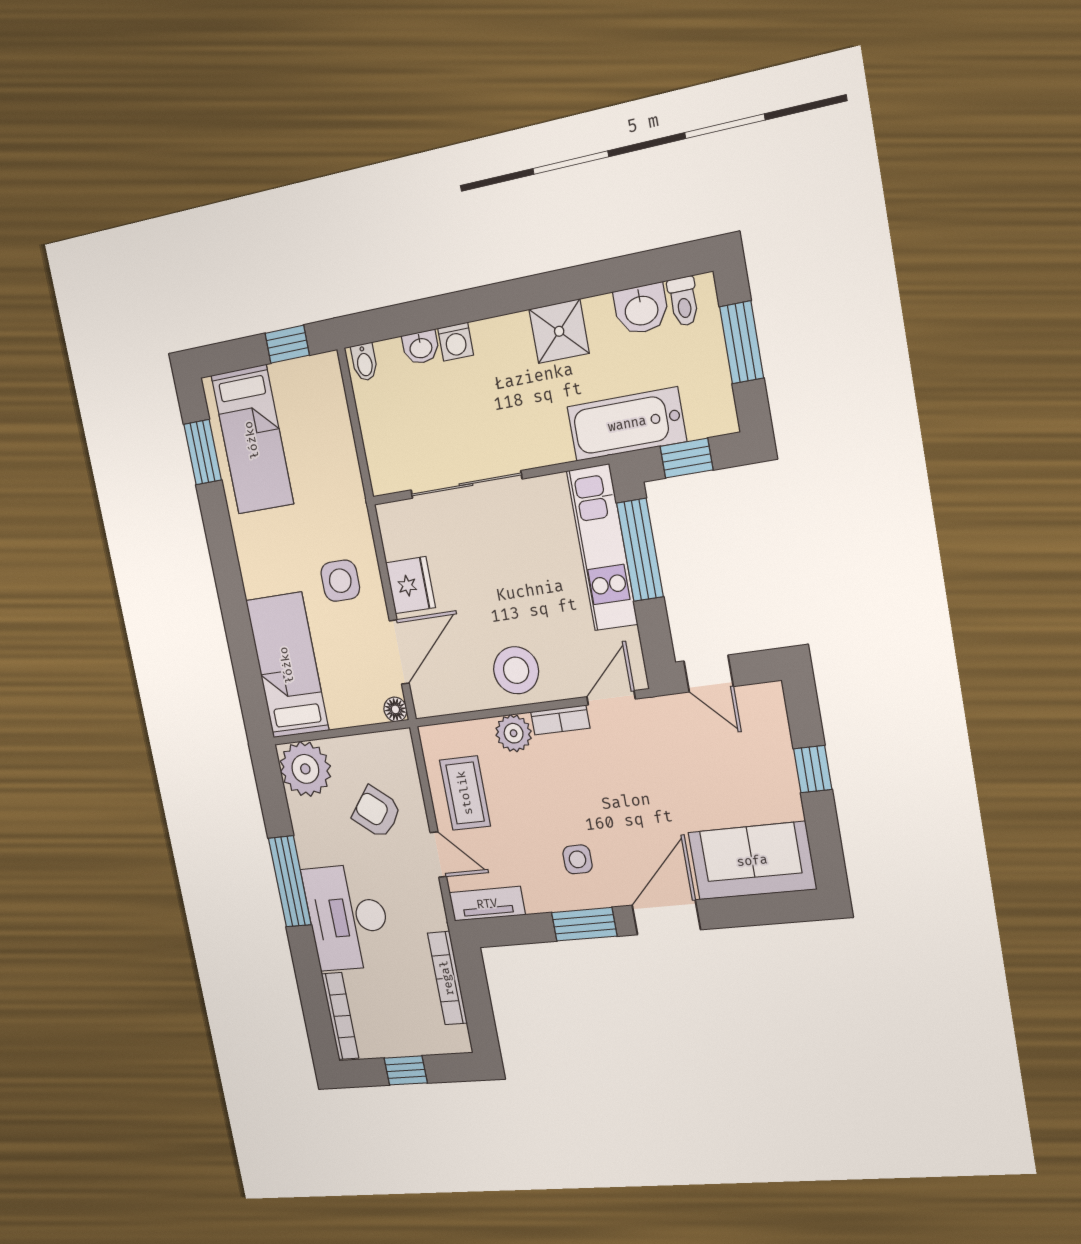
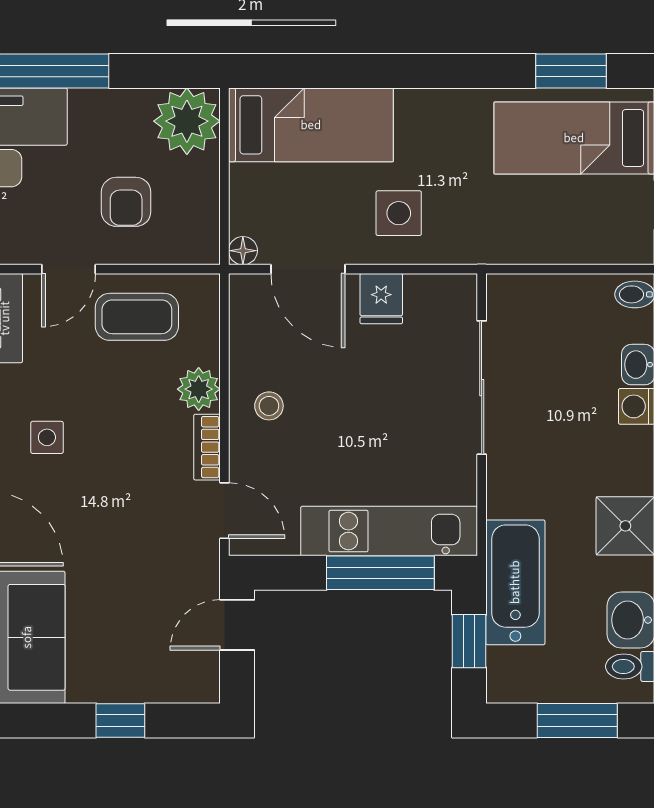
fridge: (411, 585) -> (381, 299), width x0.72
stool: (516, 670) -> (269, 406), width x0.53, depth x0.53
armchair: (377, 812) -> (126, 202), turned 141

